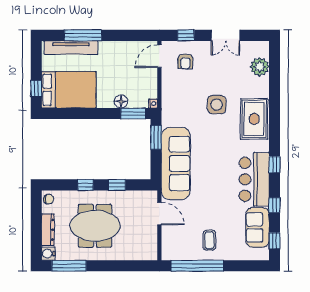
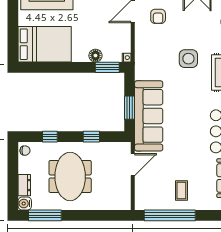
window: (36, 89) -> (13, 43), removed
window: (156, 137) -> (129, 108), moved
window: (85, 185) -> (50, 137), moved
door: (159, 214) -> (133, 165), hinge flipped
meeting table: (95, 226) -> (70, 176), turned 90
dresser: (48, 230) -> (24, 185), width x0.70

